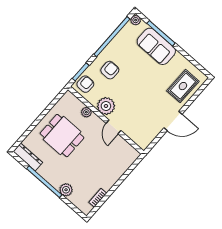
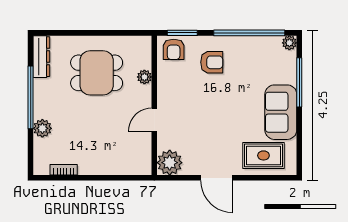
sofa: (156, 46) -> (281, 112), moved
armchair: (85, 84) -> (174, 49), turned 89
plant: (106, 106) -> (170, 163), moved
dining table: (62, 136) -> (97, 73), turned 90

